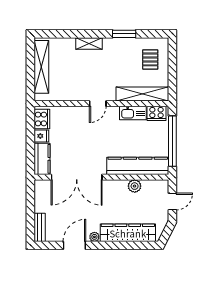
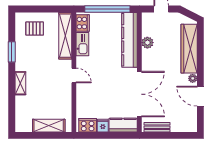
shelving: (41, 67) -> (49, 126), width x0.68
bench: (40, 227) -> (157, 127), moved

